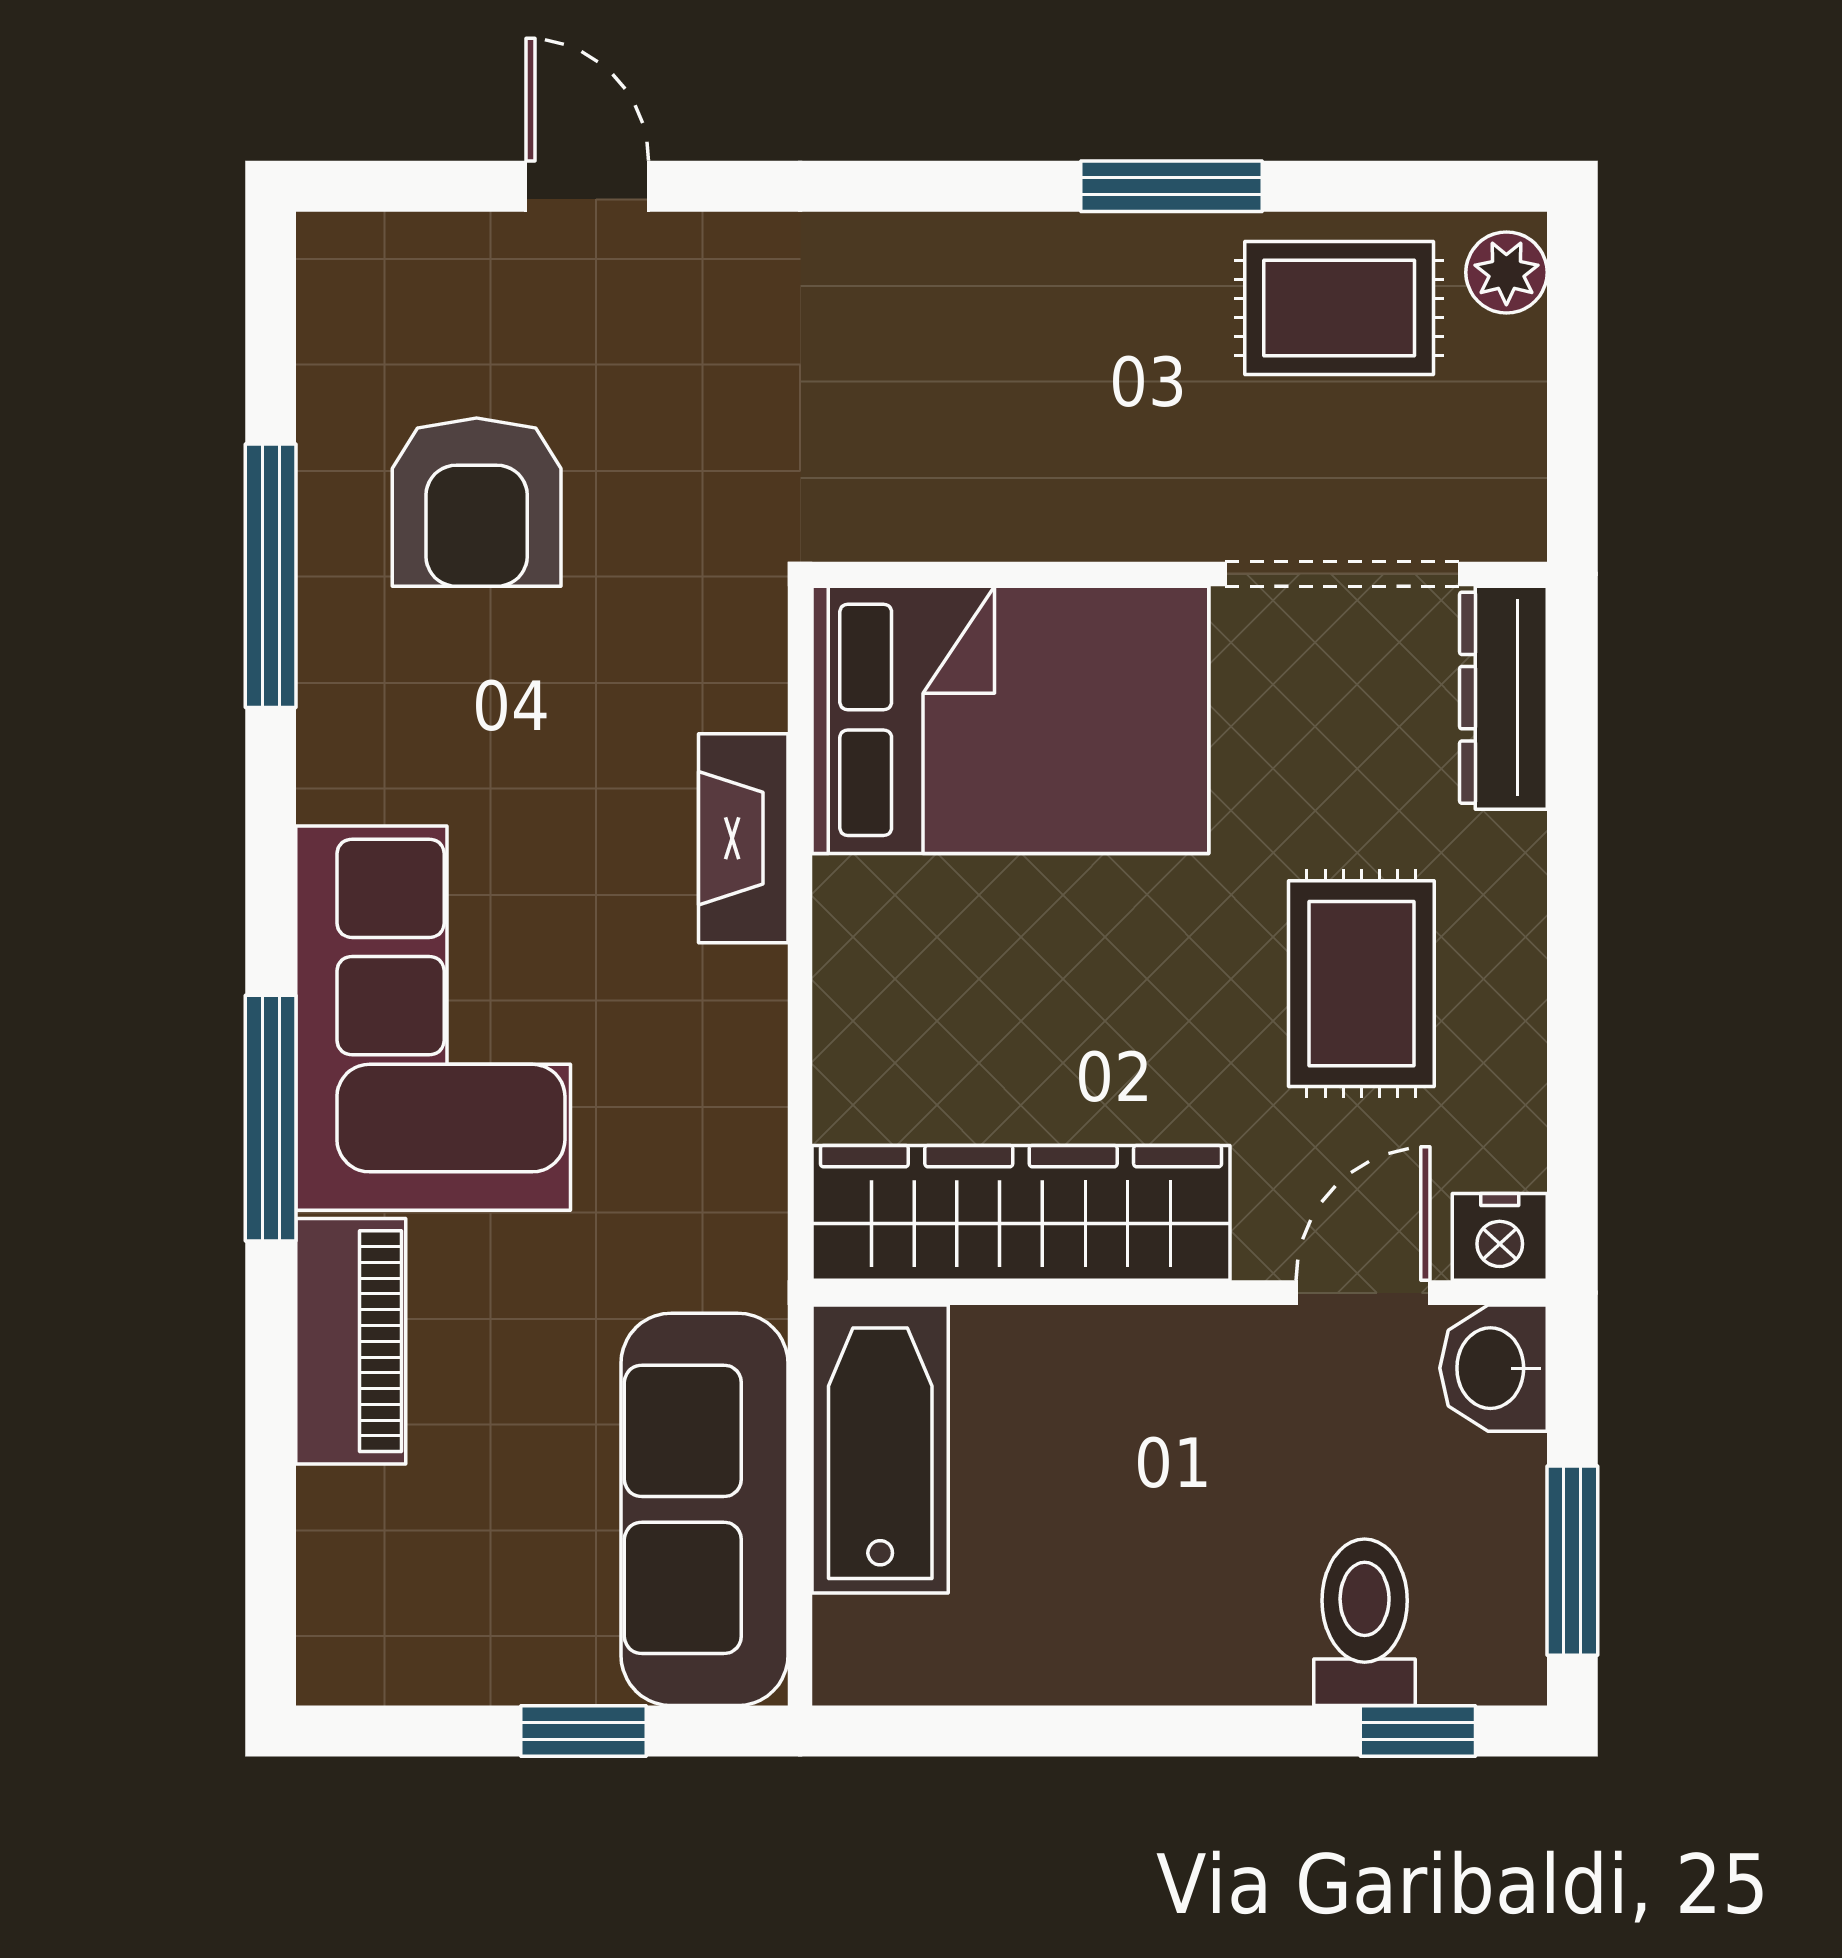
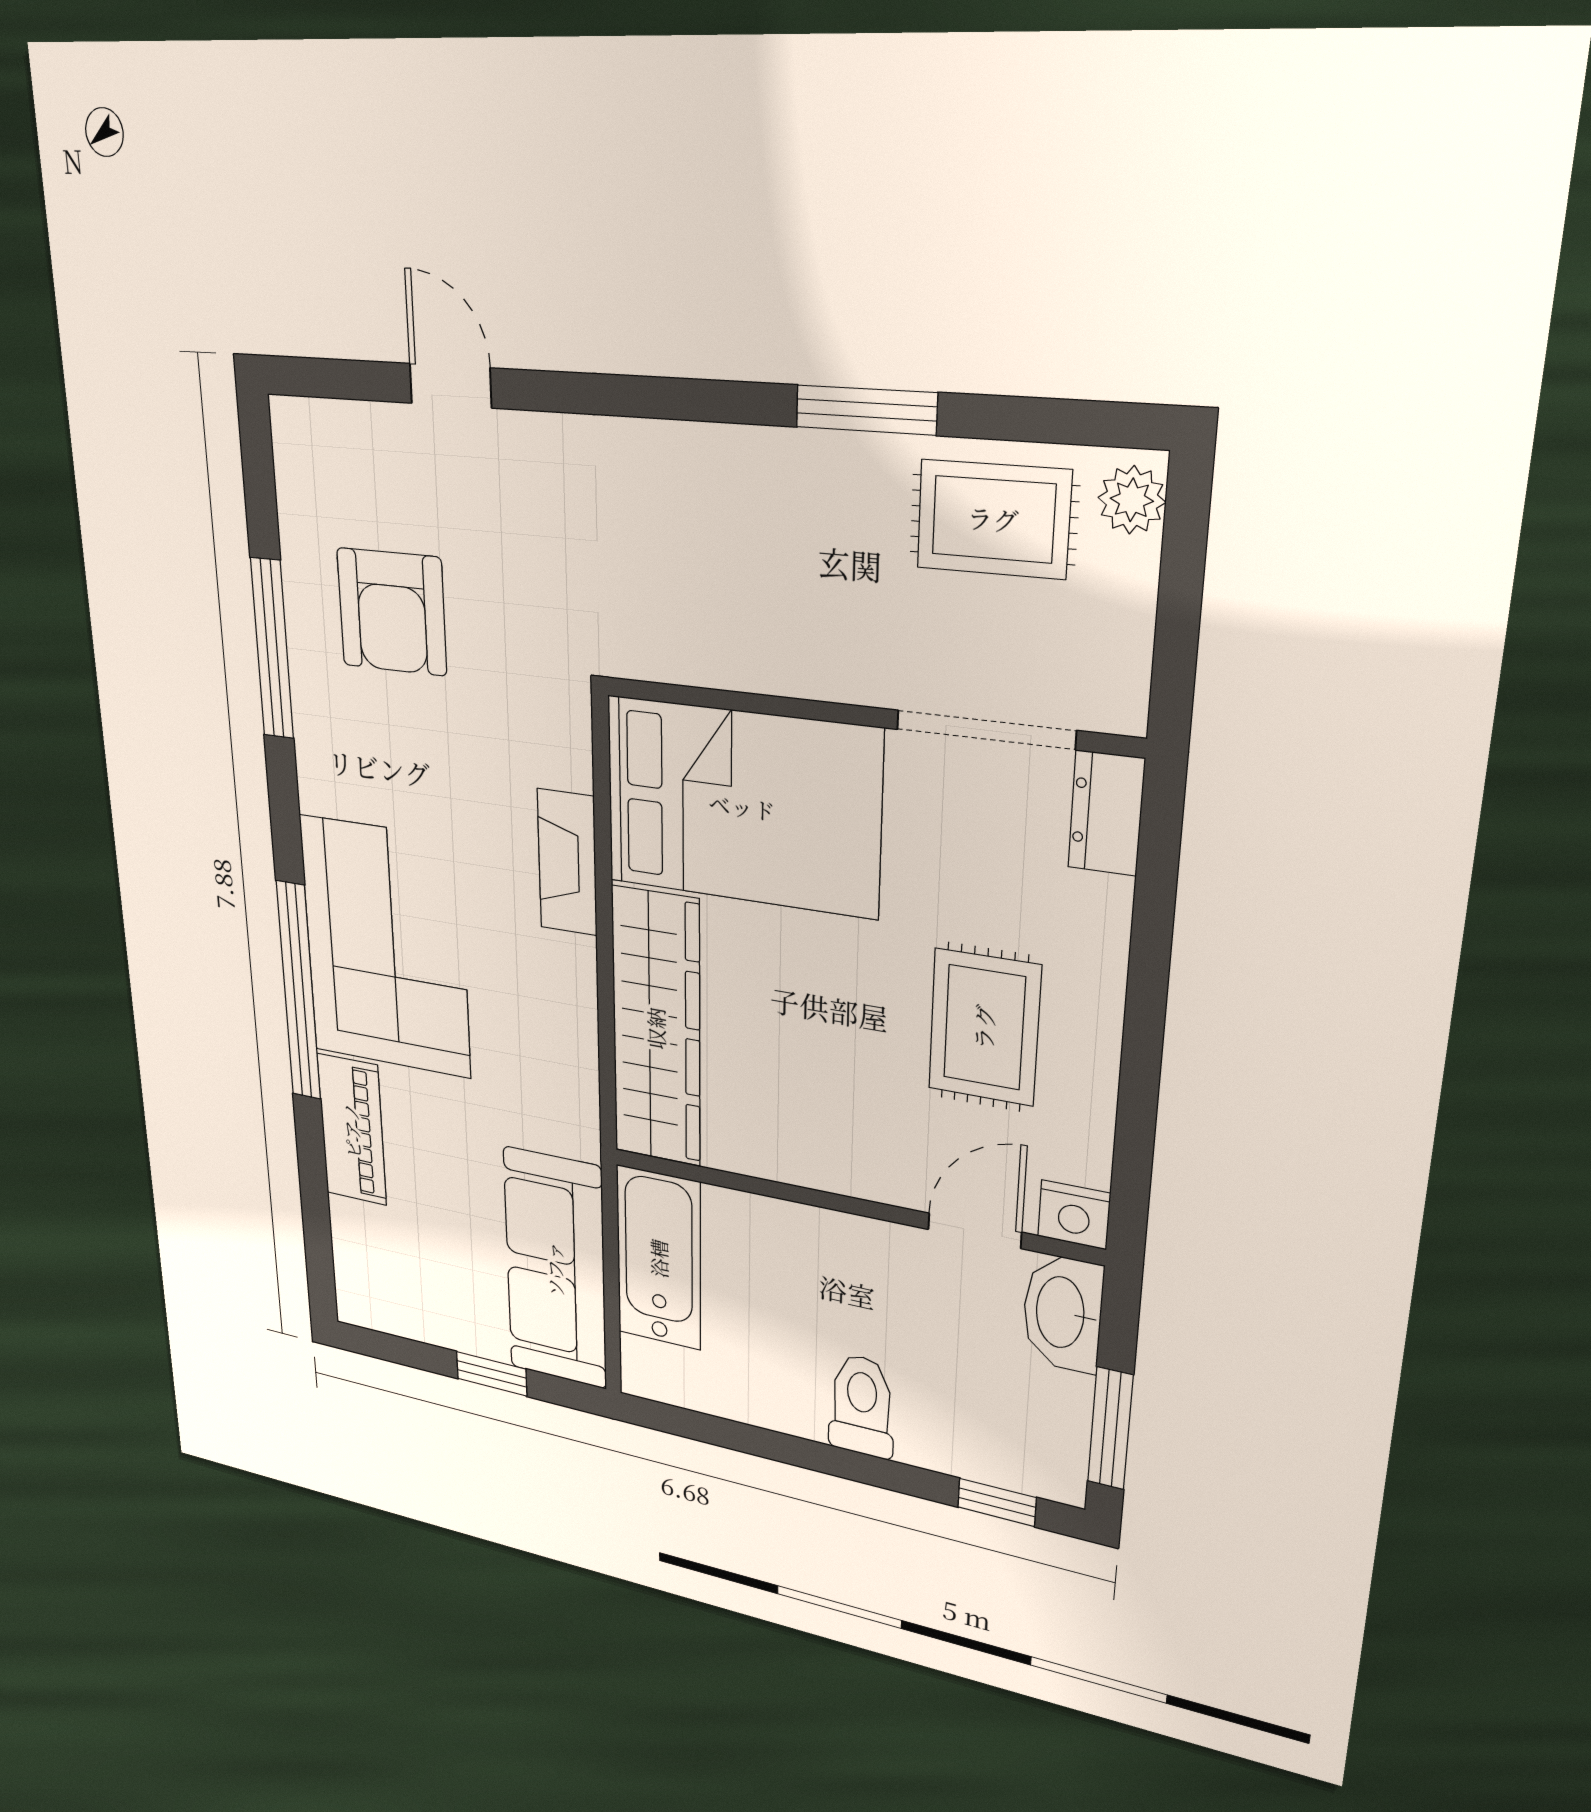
dresser: (1503, 698) -> (1106, 813), width x0.70
window: (271, 1118) -> (299, 992), width x1.46
wardrobe: (1021, 1213) -> (656, 1028), moved, turned 90
washbasin: (1494, 1368) -> (1062, 1313), width x1.38
toilet: (1365, 1622) -> (862, 1406), moved

